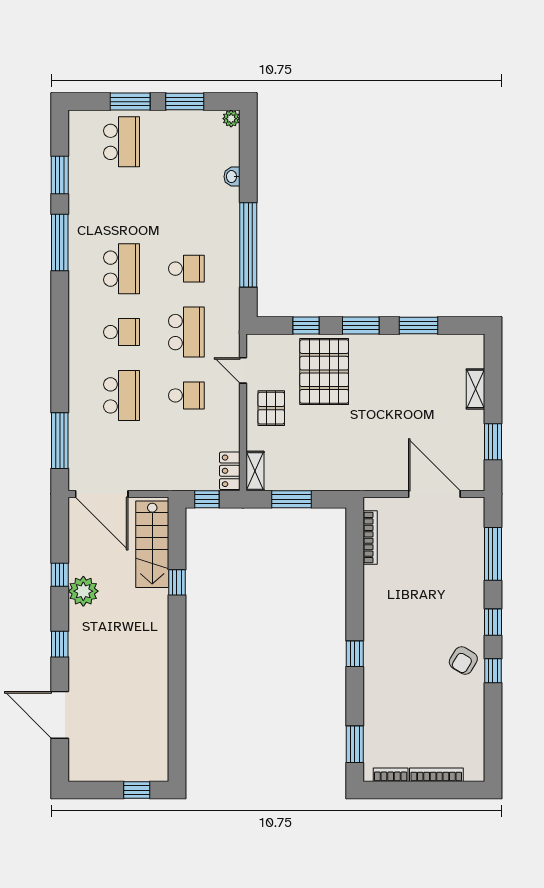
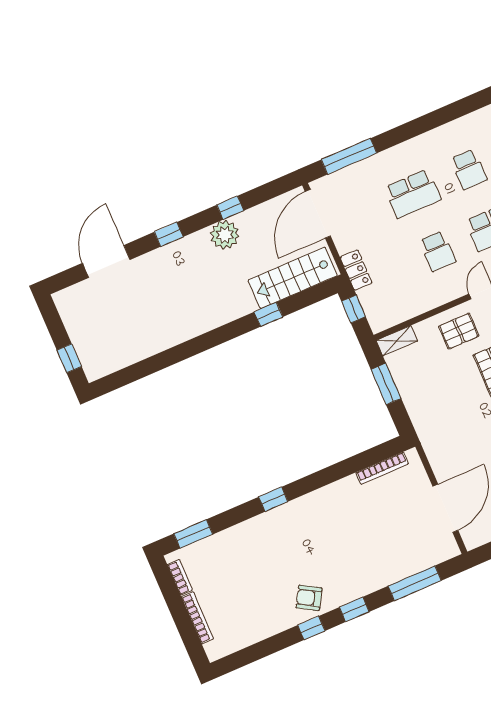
locker: (230, 471) -> (356, 270), moved, turned 90

